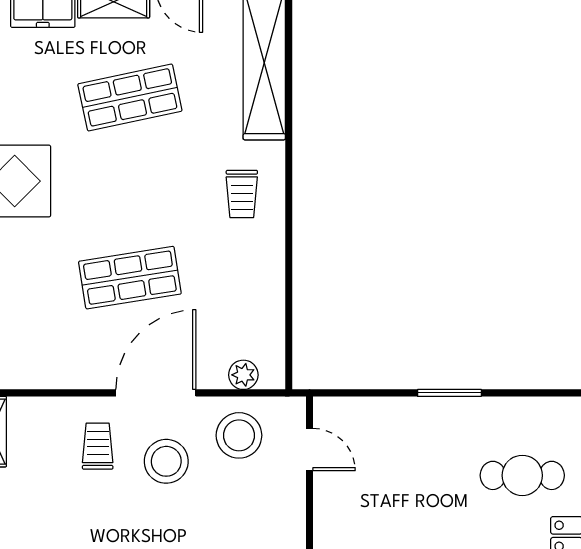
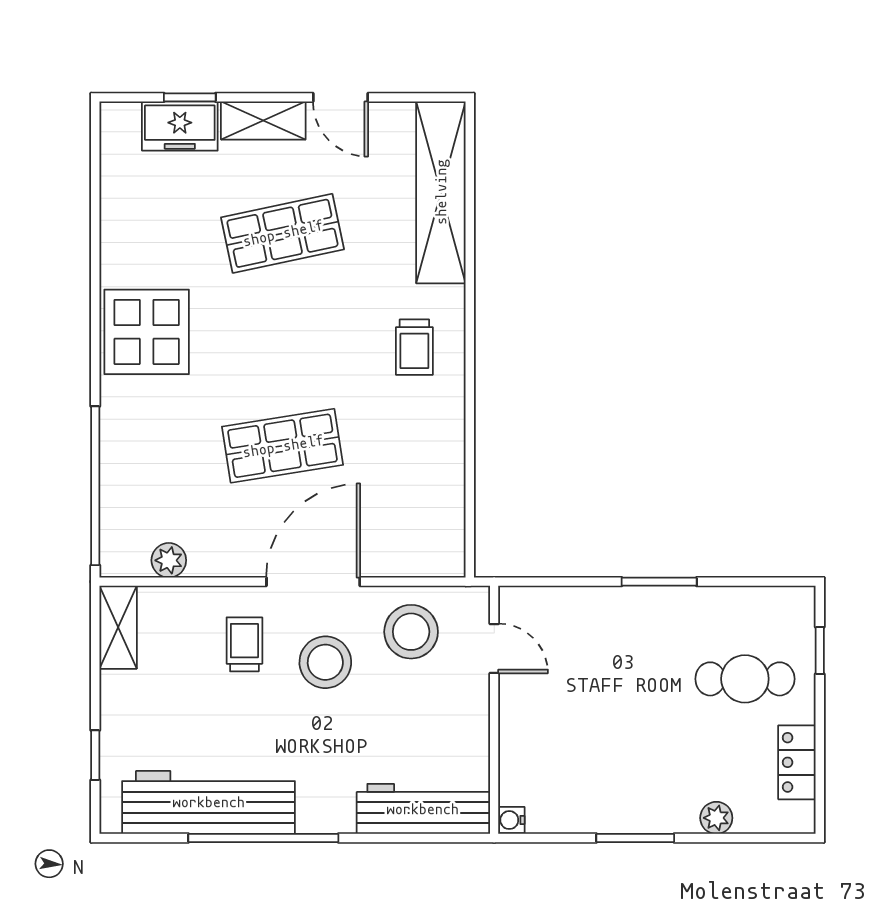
plant: (243, 375) -> (169, 560), moved

